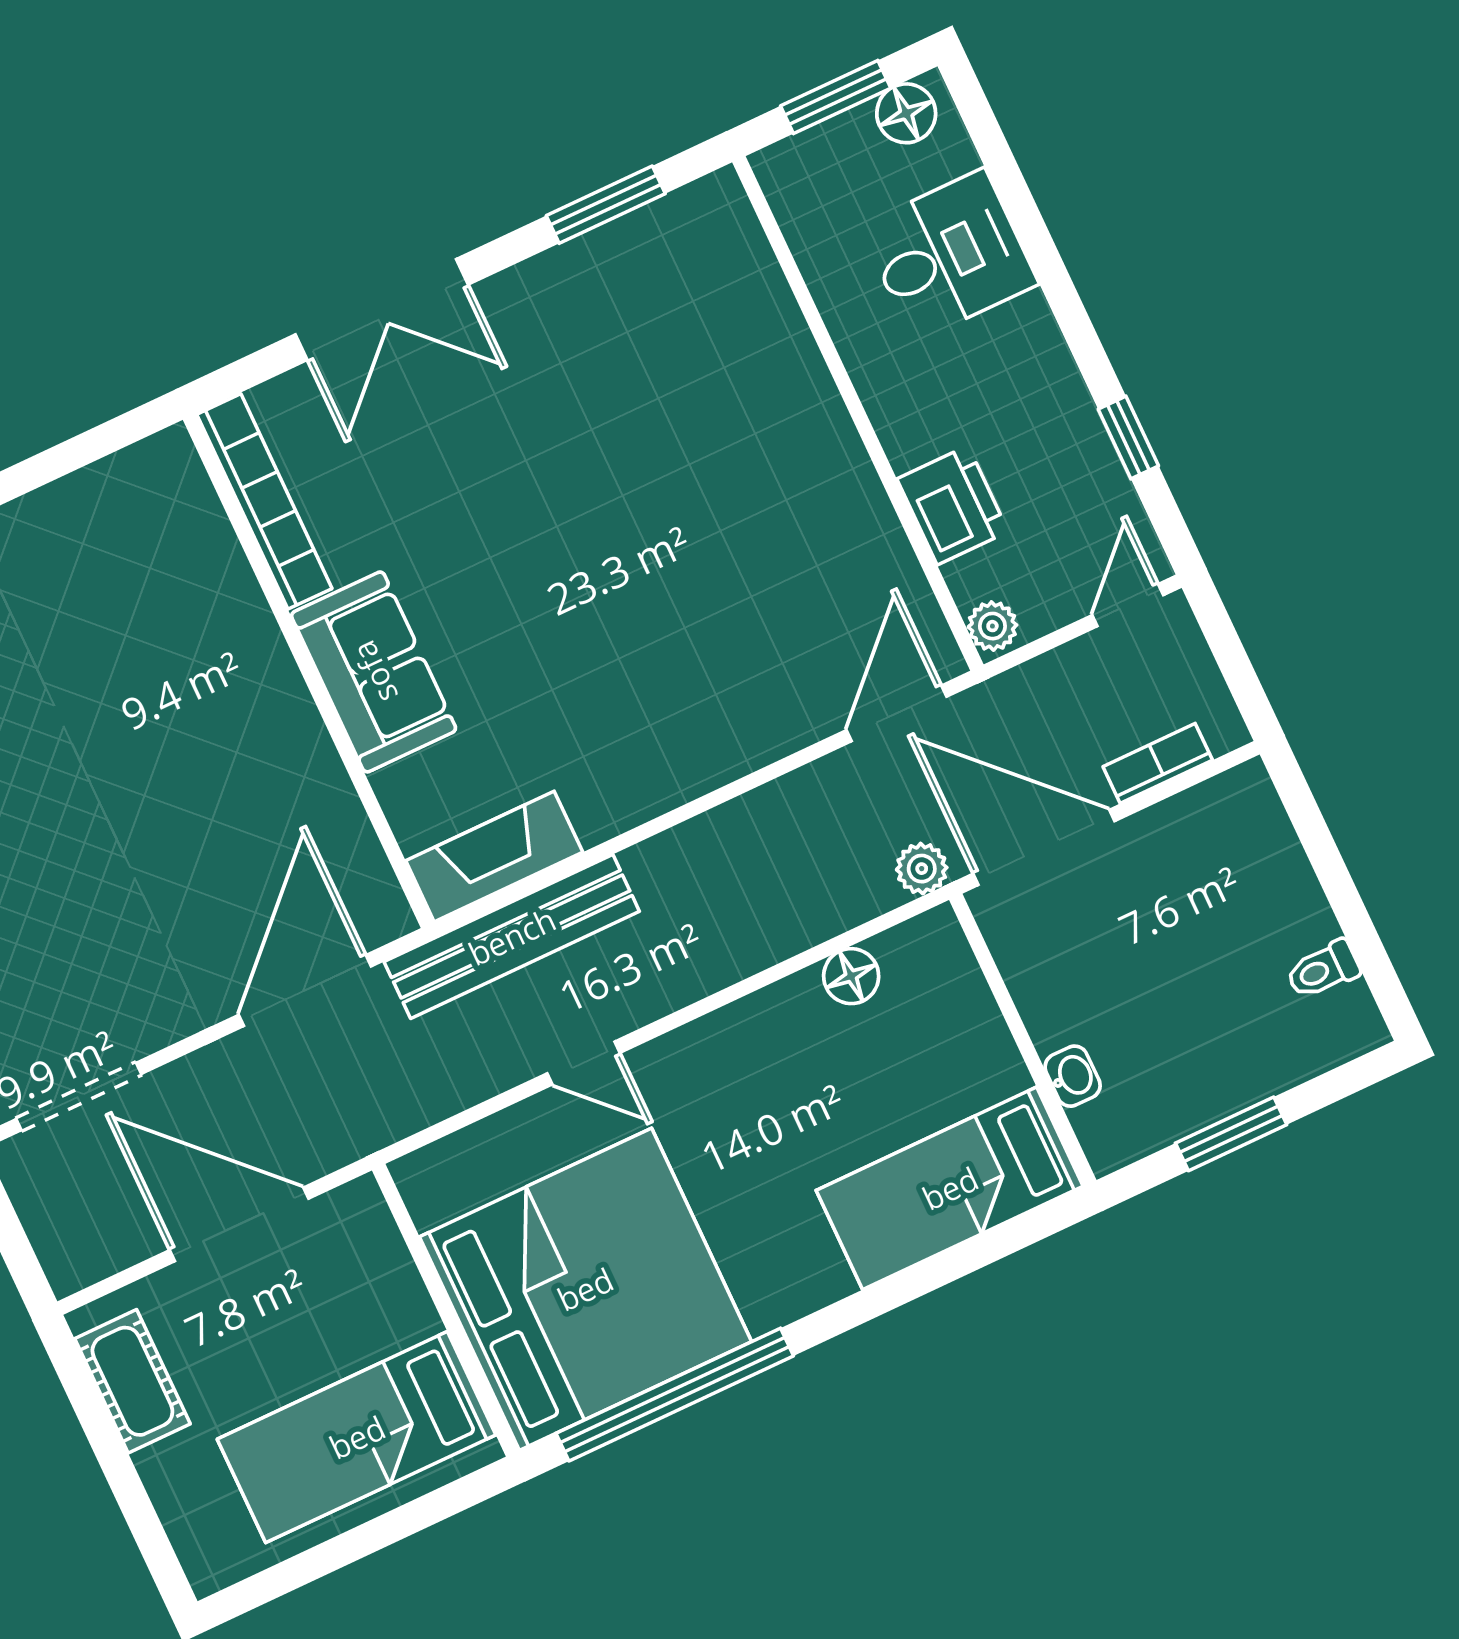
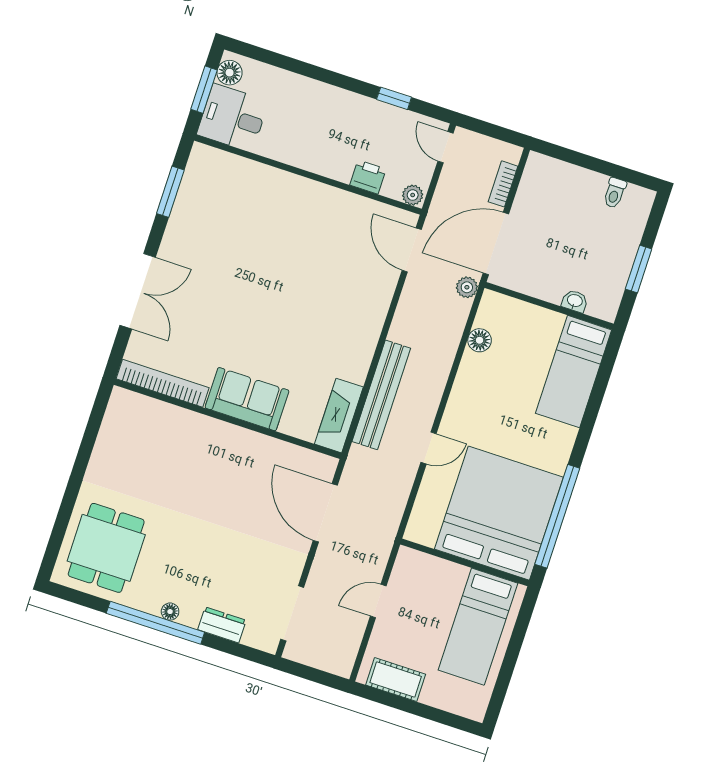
desk: (949, 255) -> (233, 118), moved, turned -90
printer: (953, 505) -> (368, 177), width x0.73, depth x0.81
bench: (512, 936) -> (381, 395), moved
door: (239, 1224) -> (378, 601), width x0.53

